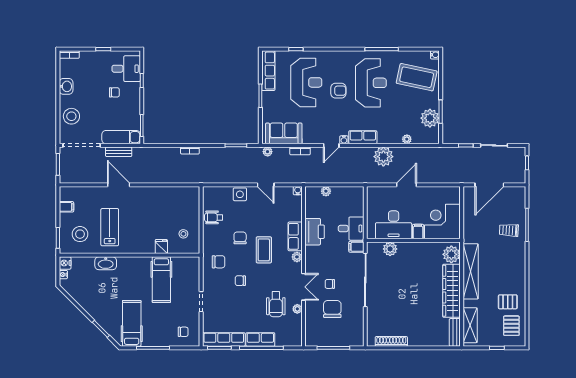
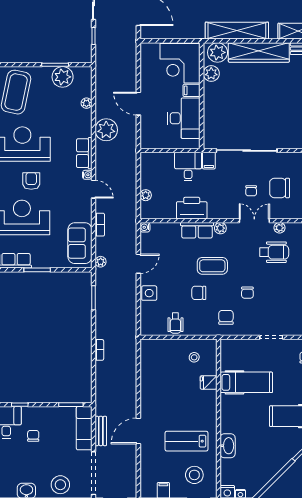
plant: (390, 249) -> (211, 74), moved

